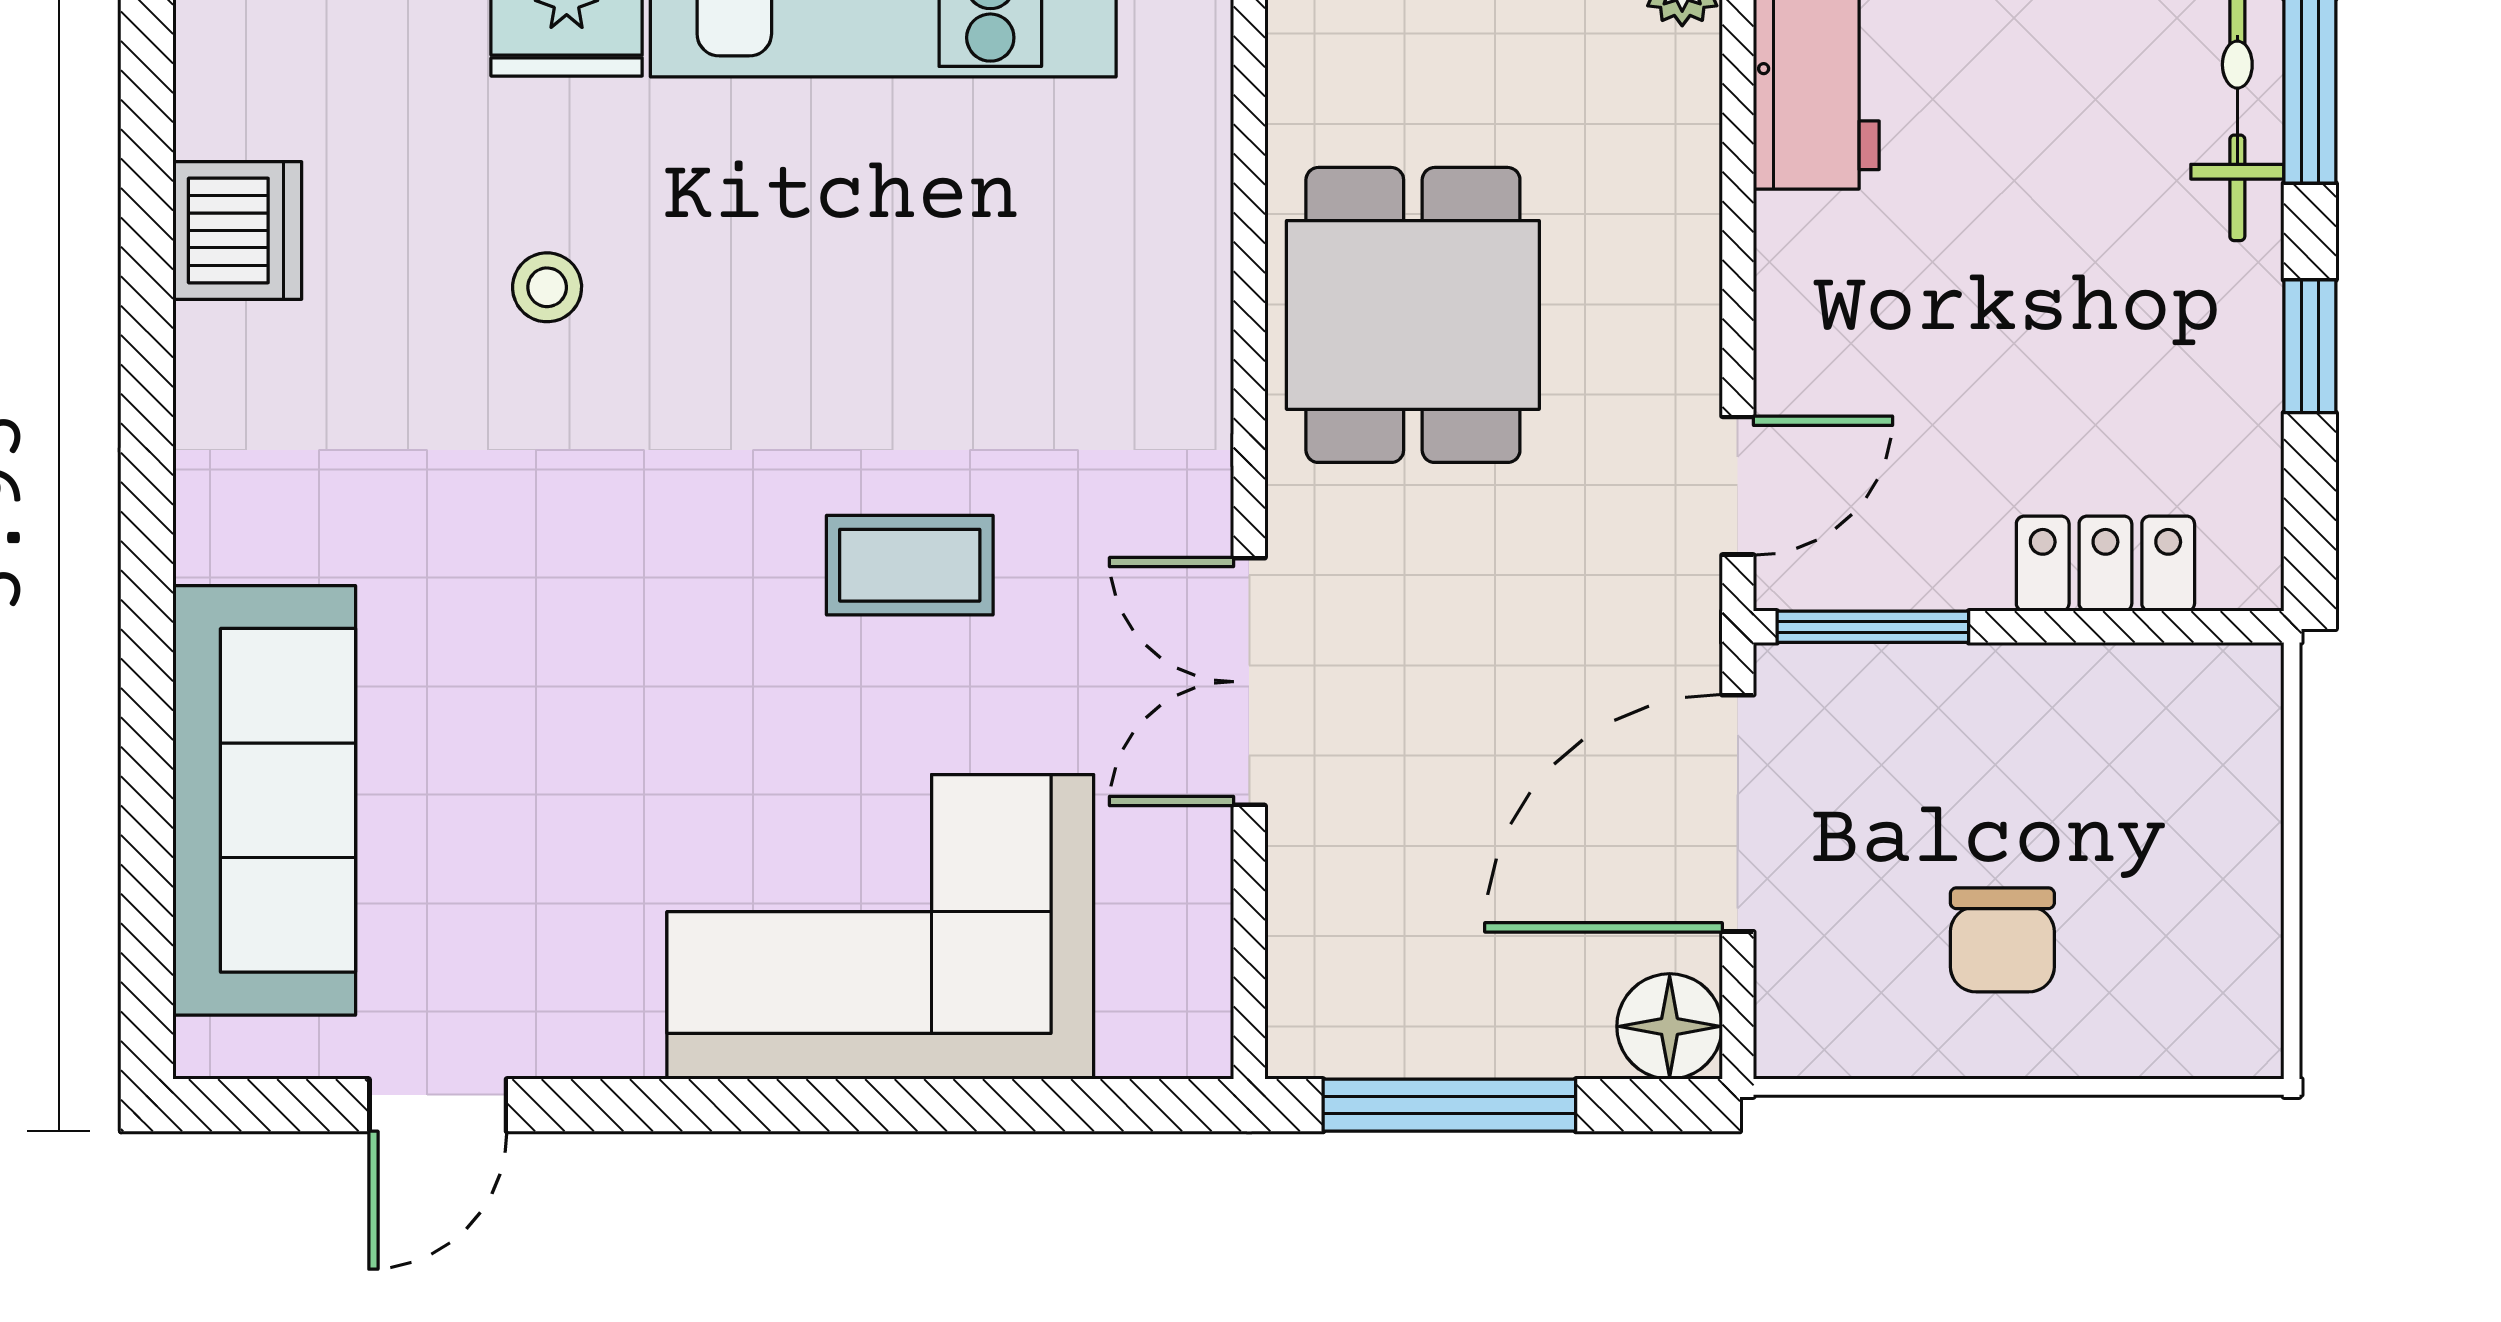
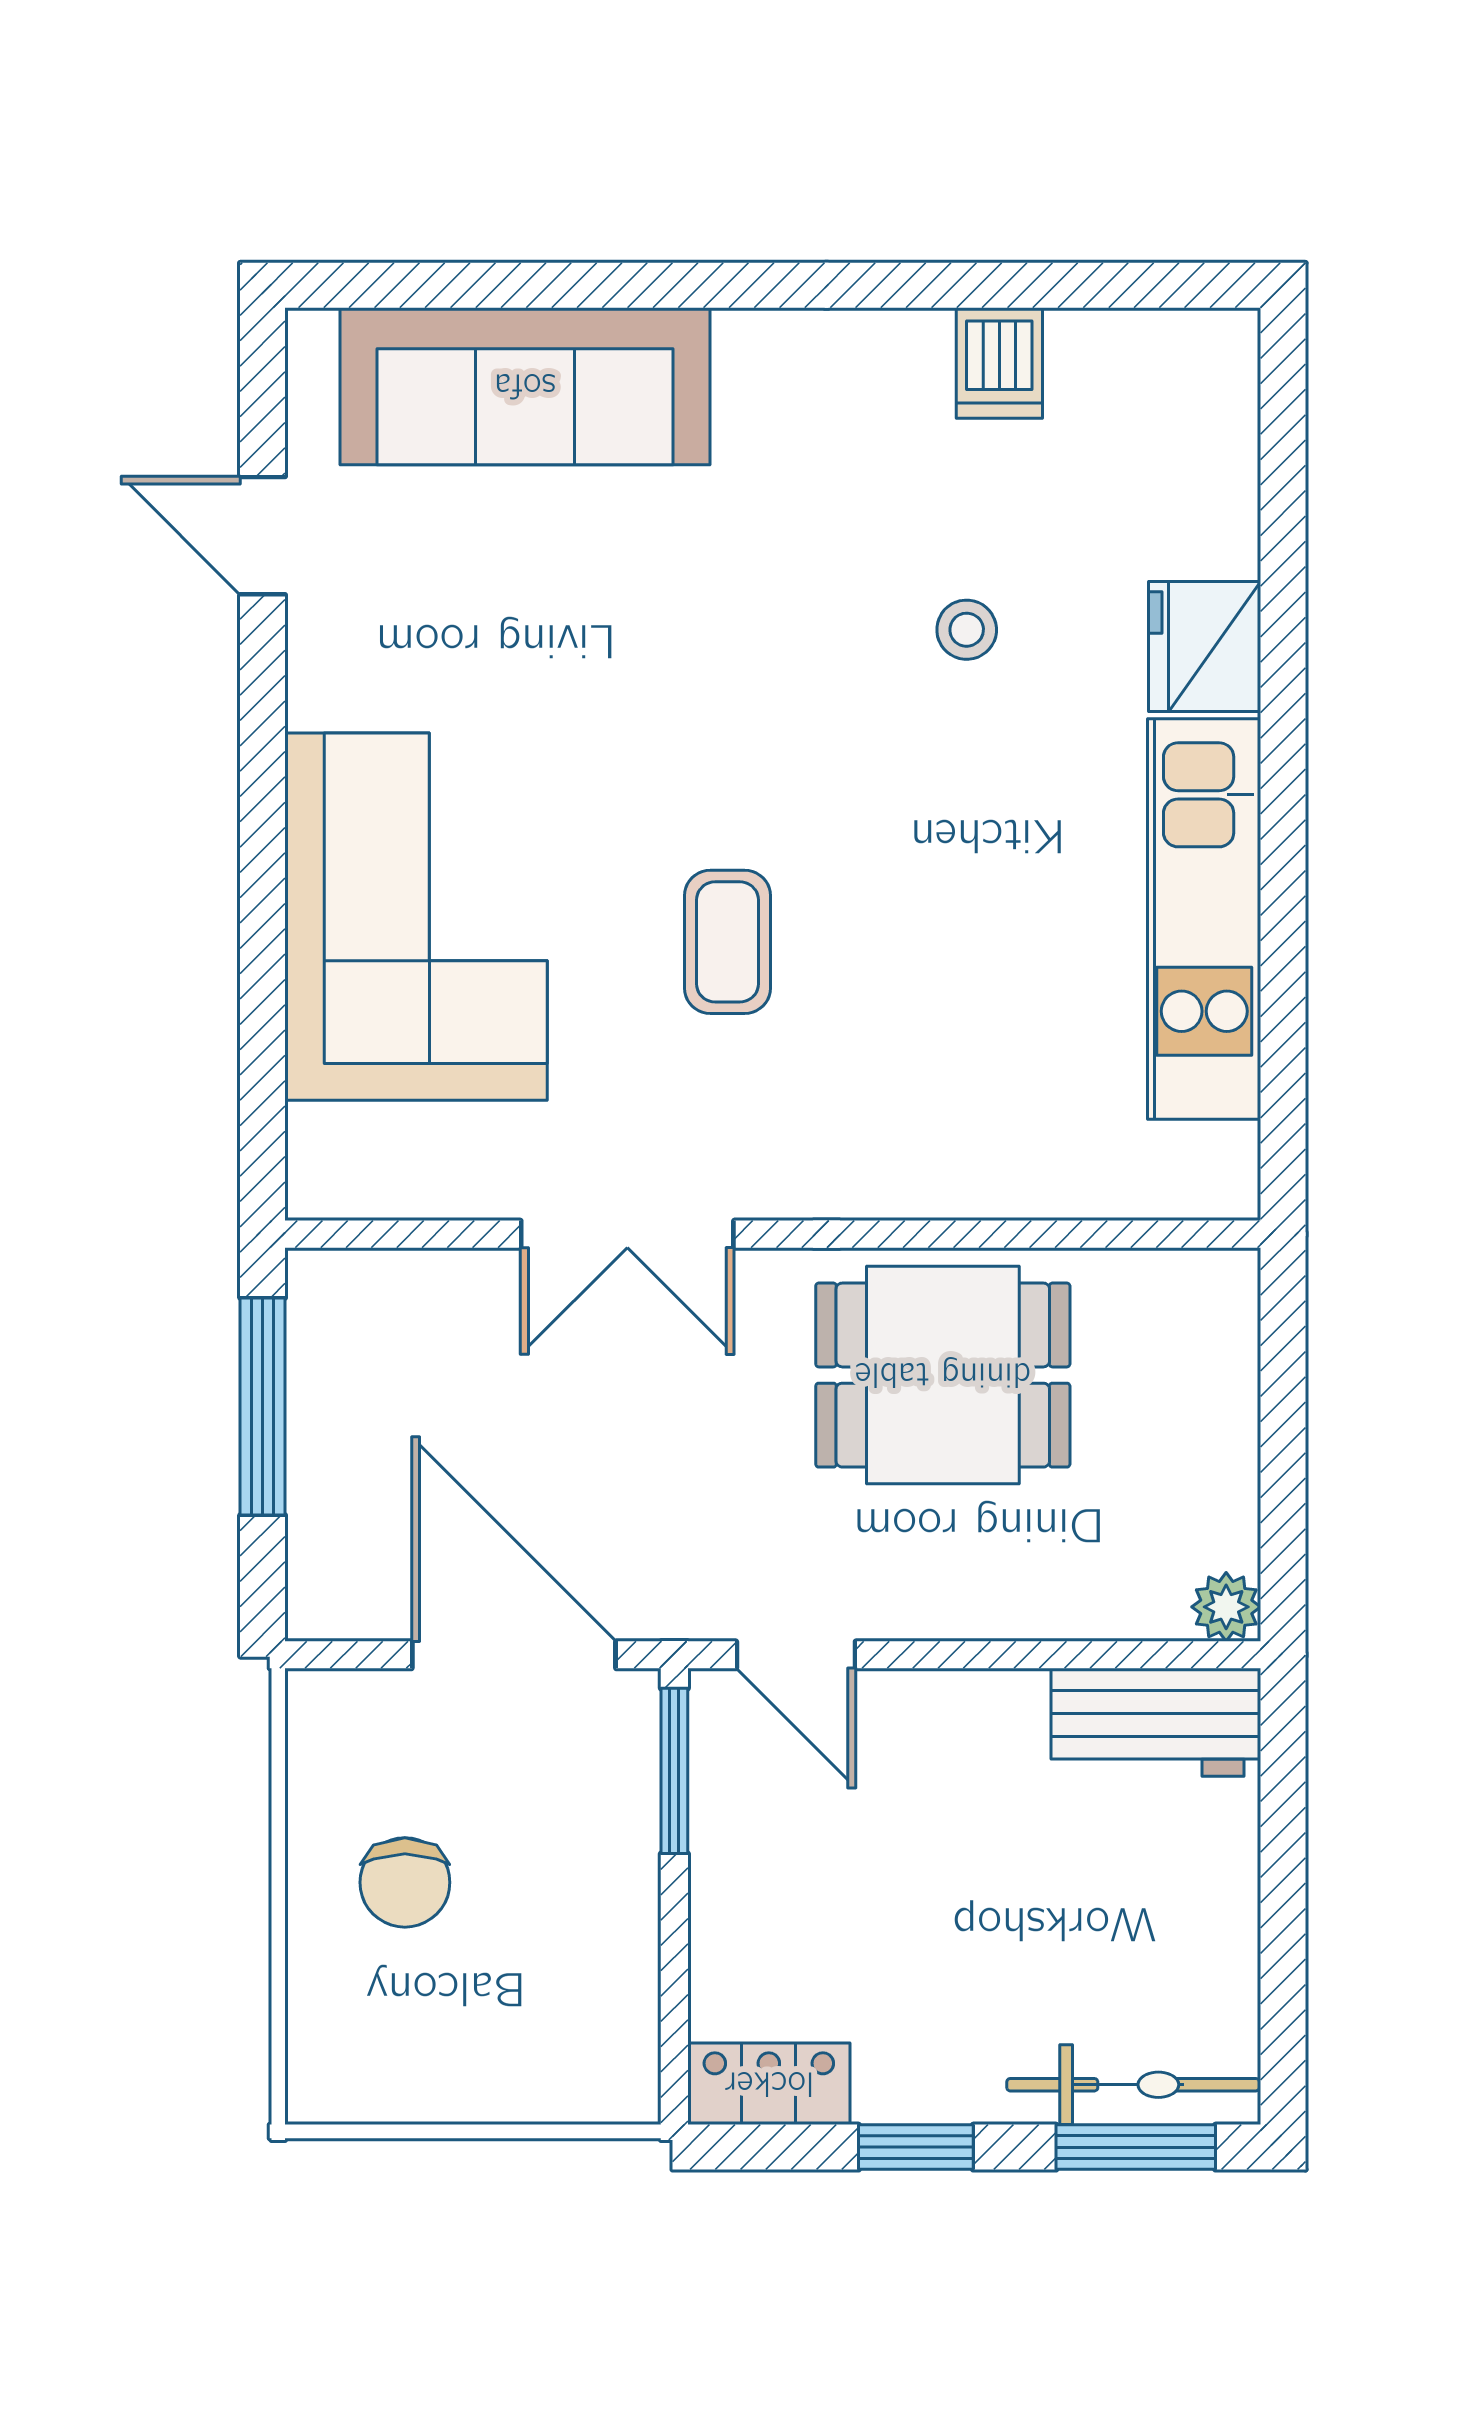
dishwasher: (237, 230) -> (999, 363), width x0.73
locker: (2105, 564) -> (769, 2084), moved, turned -90
double door: (1249, 682) -> (627, 1234), swing flipped
chair: (2002, 940) -> (405, 1882), turned -90
floor lamp: (1670, 1026) -> (330, 1596), removed

